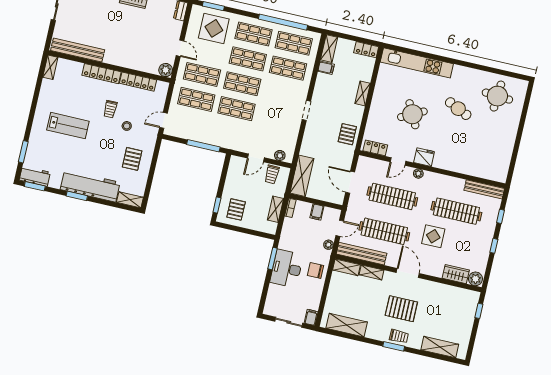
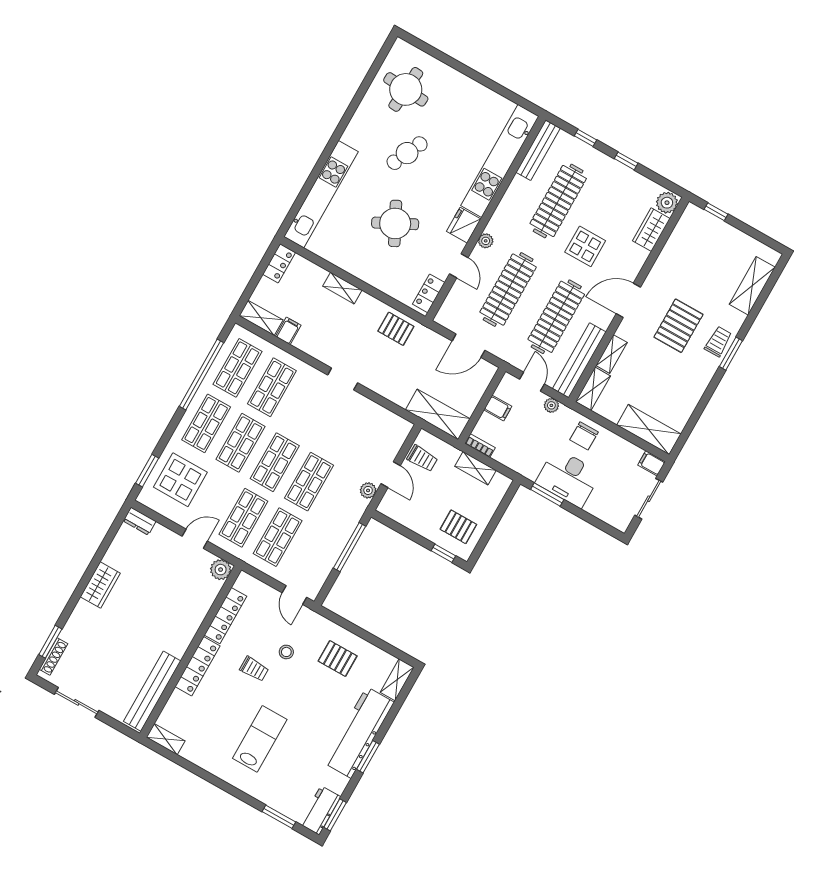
plant: (280, 155) -> (368, 490), moved
kitchen unit: (471, 168) -> (500, 161), added
shelving: (347, 325) -> (649, 429), moved, turned 90

